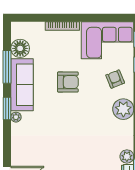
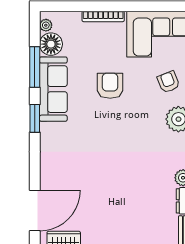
armchair: (68, 82) -> (110, 86), turned -90
plant: (16, 117) -> (46, 25), moved

